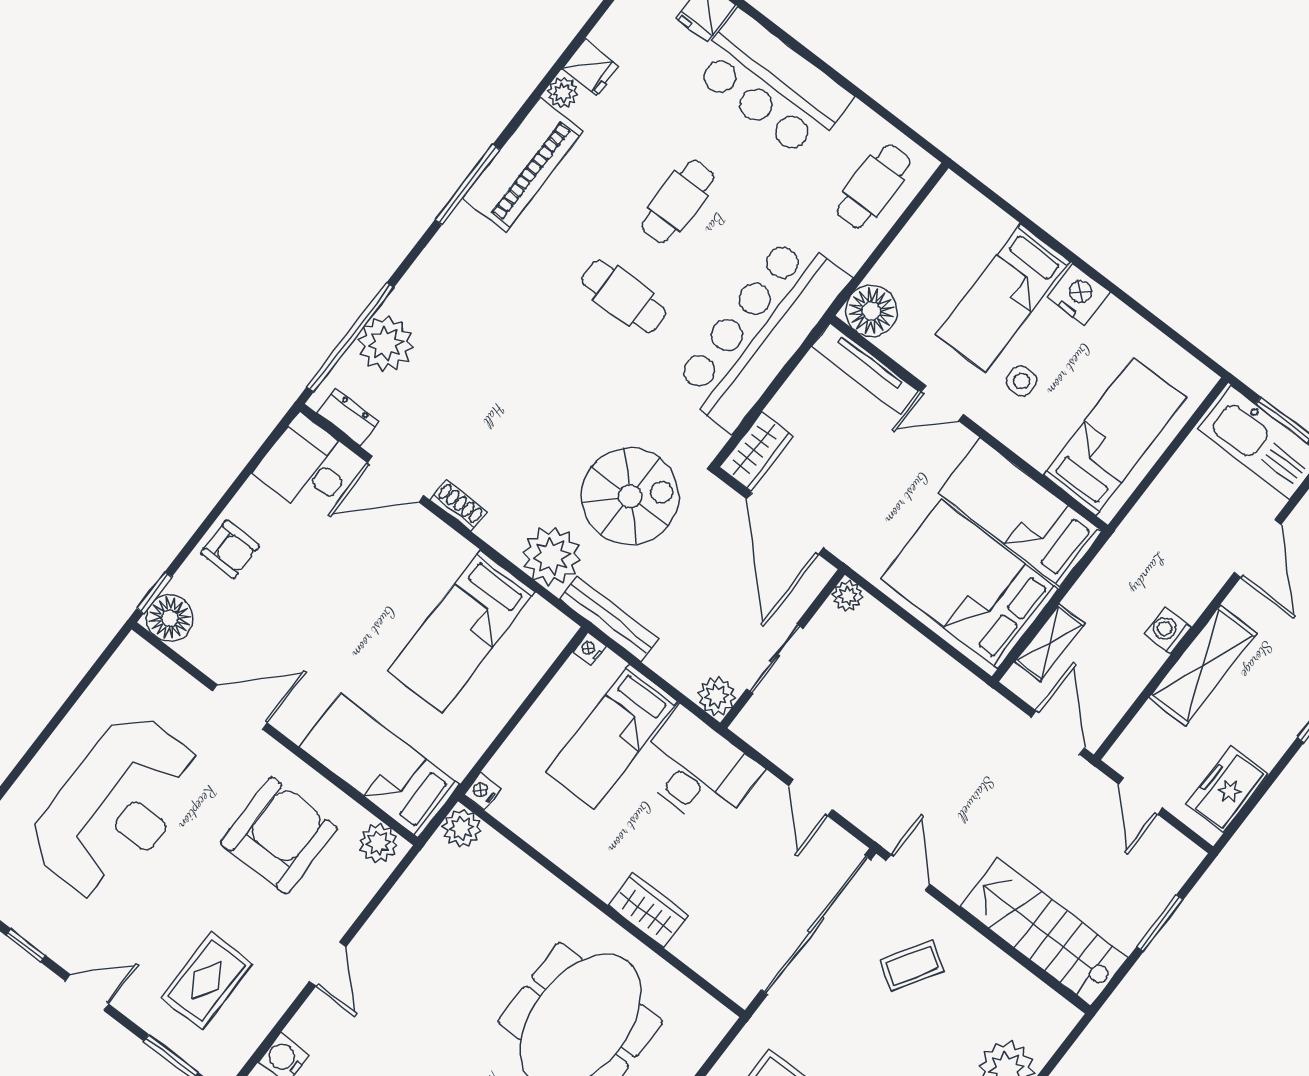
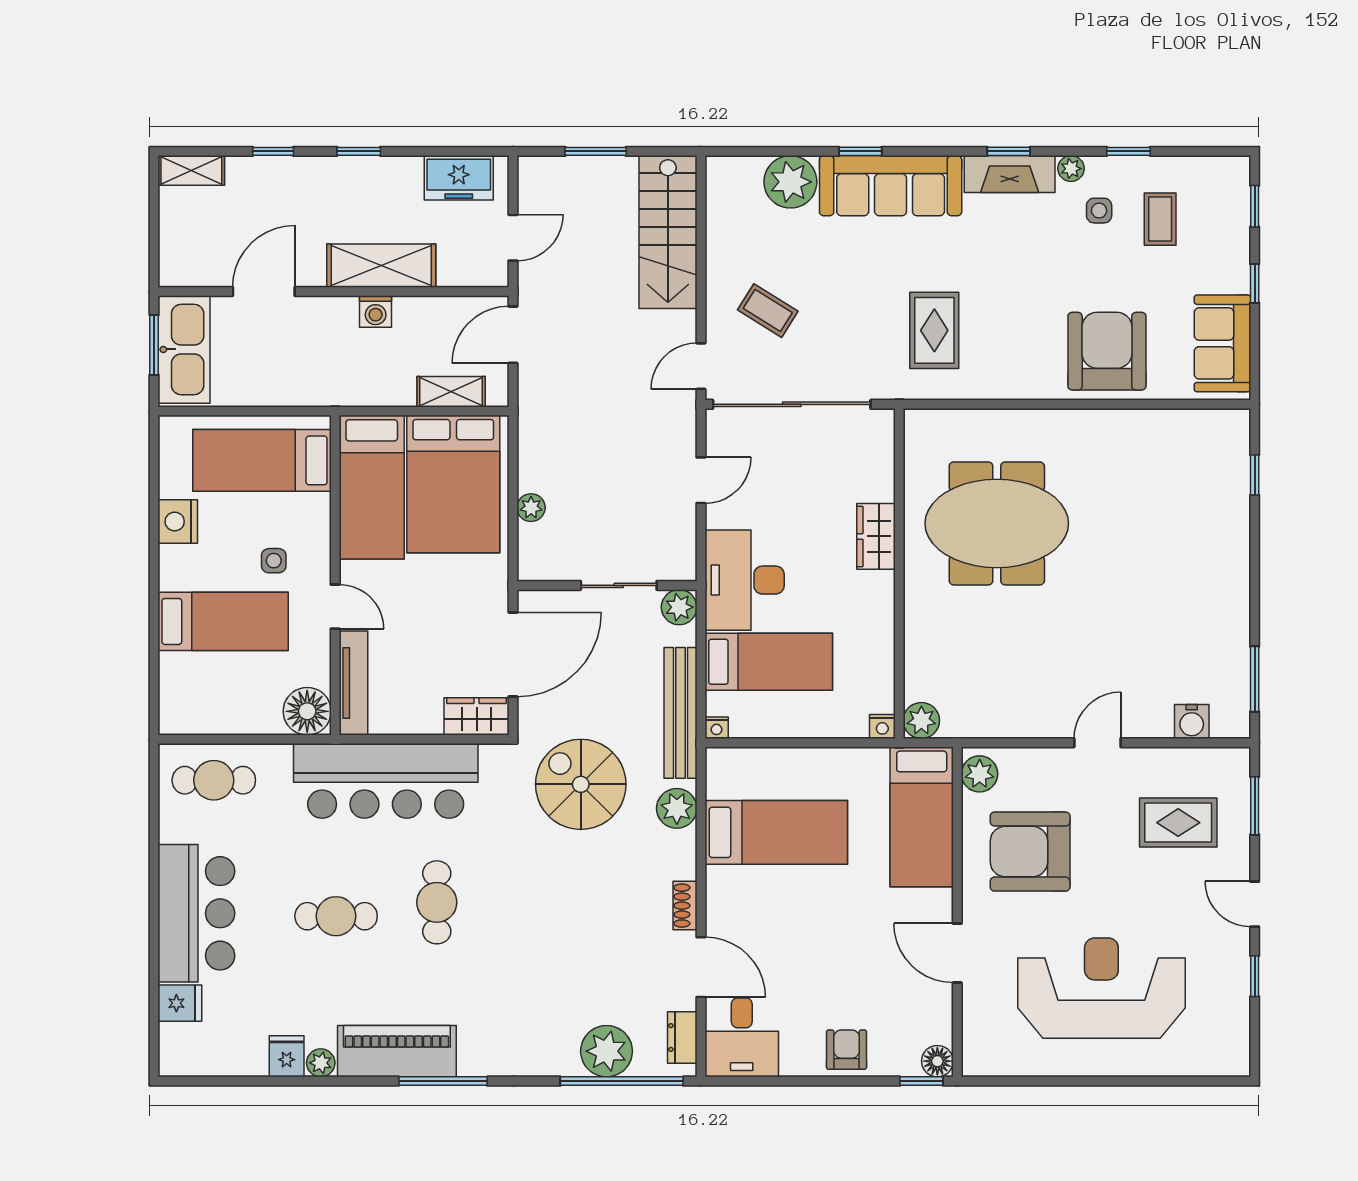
nightstand: (1078, 294) -> (178, 522), moved
plant: (552, 556) -> (677, 808), width x0.73, depth x0.73
plant: (848, 596) -> (531, 508), moved
floor lamp: (170, 618) -> (937, 1061), width x0.73, depth x0.73
bench: (609, 619) -> (681, 713), width x1.37, depth x1.21

